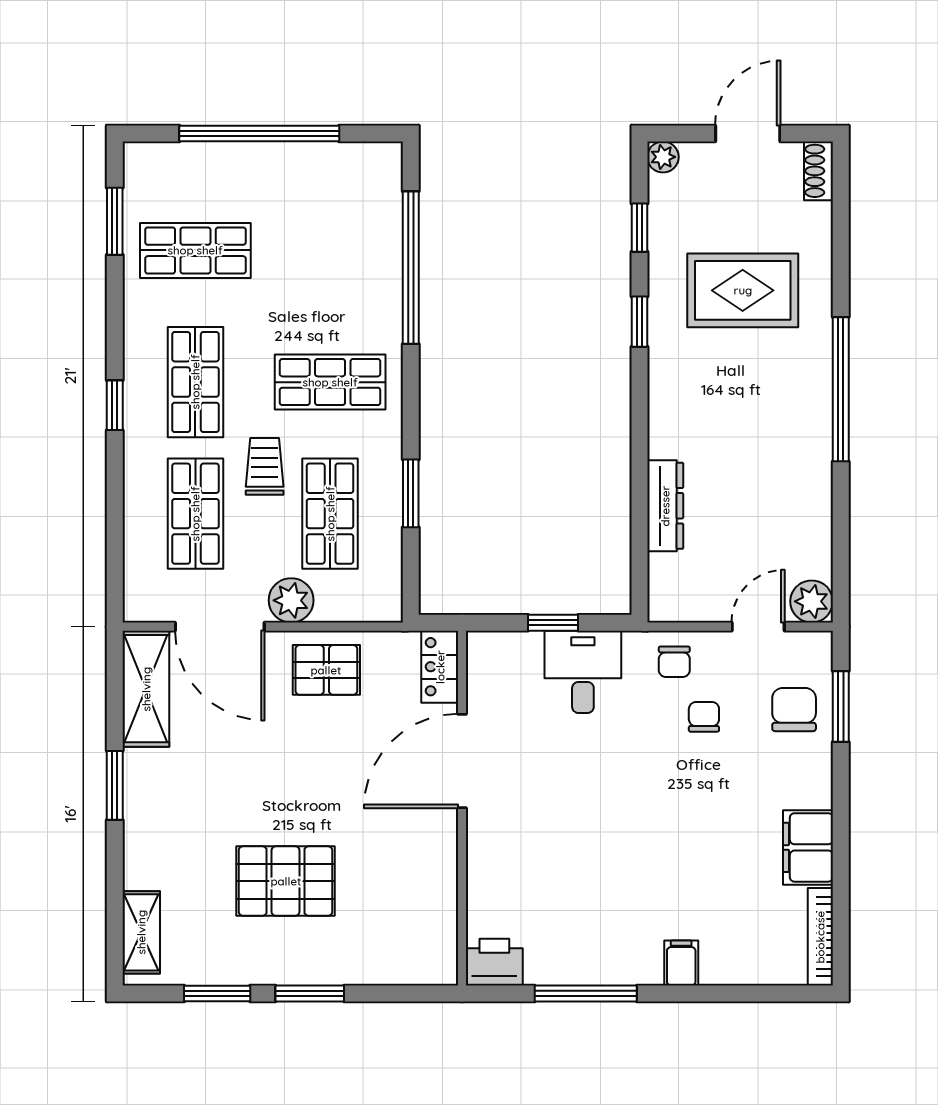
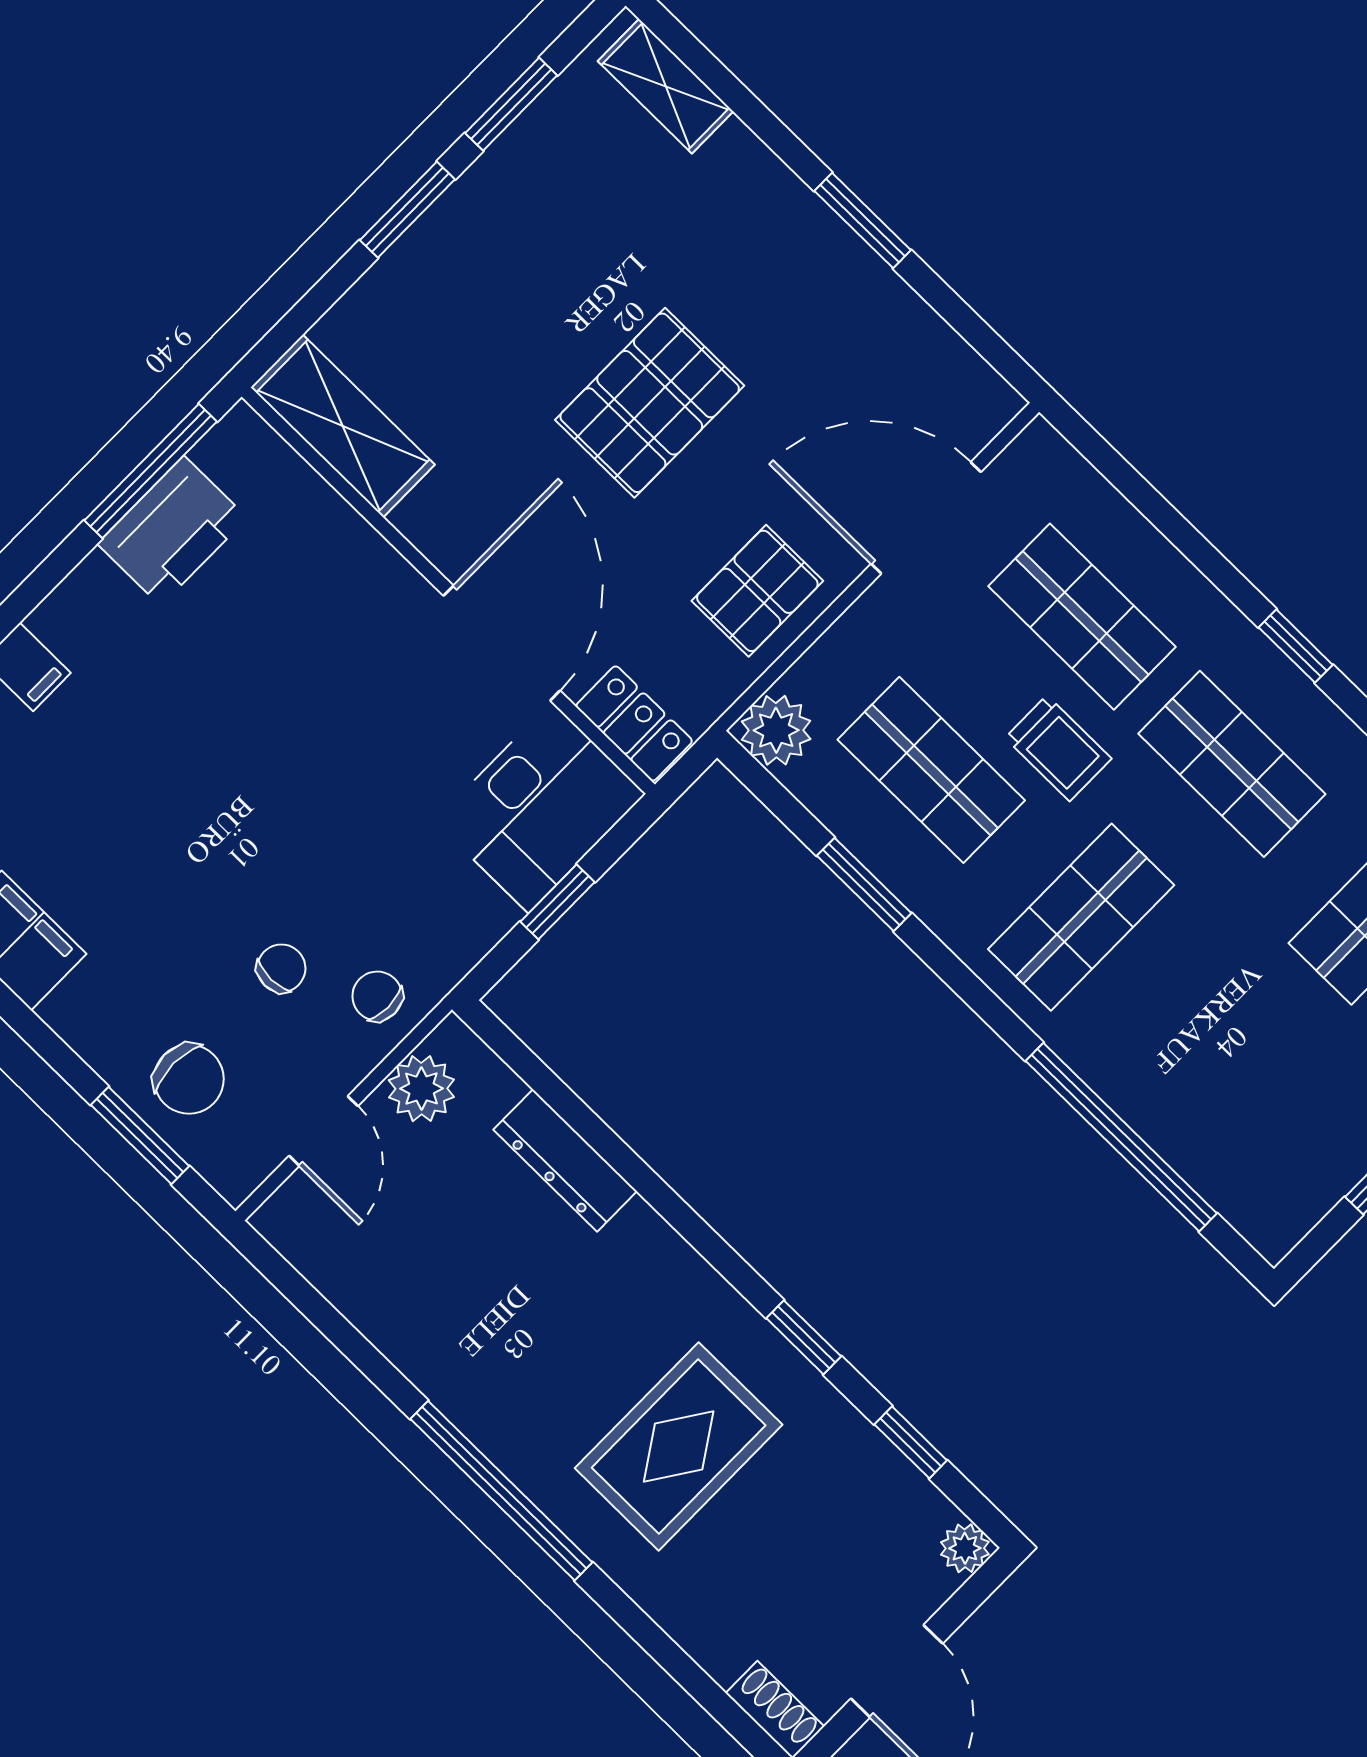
rug: (743, 290) -> (679, 1446), moved
plant: (291, 600) -> (776, 730), moved
plant: (812, 601) -> (421, 1089), moved
desk: (583, 672) -> (540, 807), moved, width x1.37
shelving: (146, 689) -> (343, 426), moved
chair: (704, 717) -> (281, 968), turned -90
pallet: (286, 881) -> (650, 403), moved
printer: (494, 962) -> (172, 531), moved, width x1.37, depth x1.19
window: (586, 993) -> (151, 471), moved

